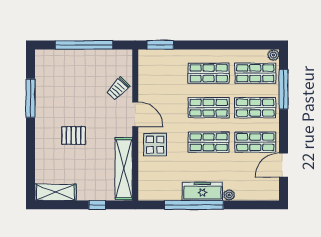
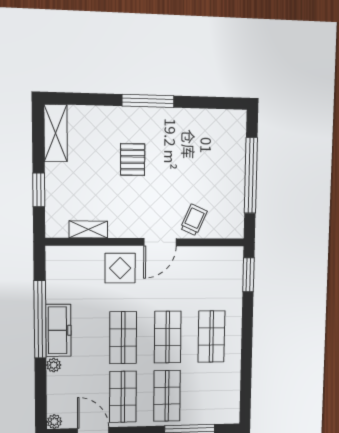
plant: (273, 55) -> (54, 422), moved
shop shelf: (255, 73) -> (210, 395), removed
trolley: (118, 89) -> (194, 220), turned 70
window: (31, 98) -> (148, 101), moved
shelving: (124, 169) -> (88, 229), width x0.45, depth x0.75
window: (97, 205) -> (39, 190), width x1.50

